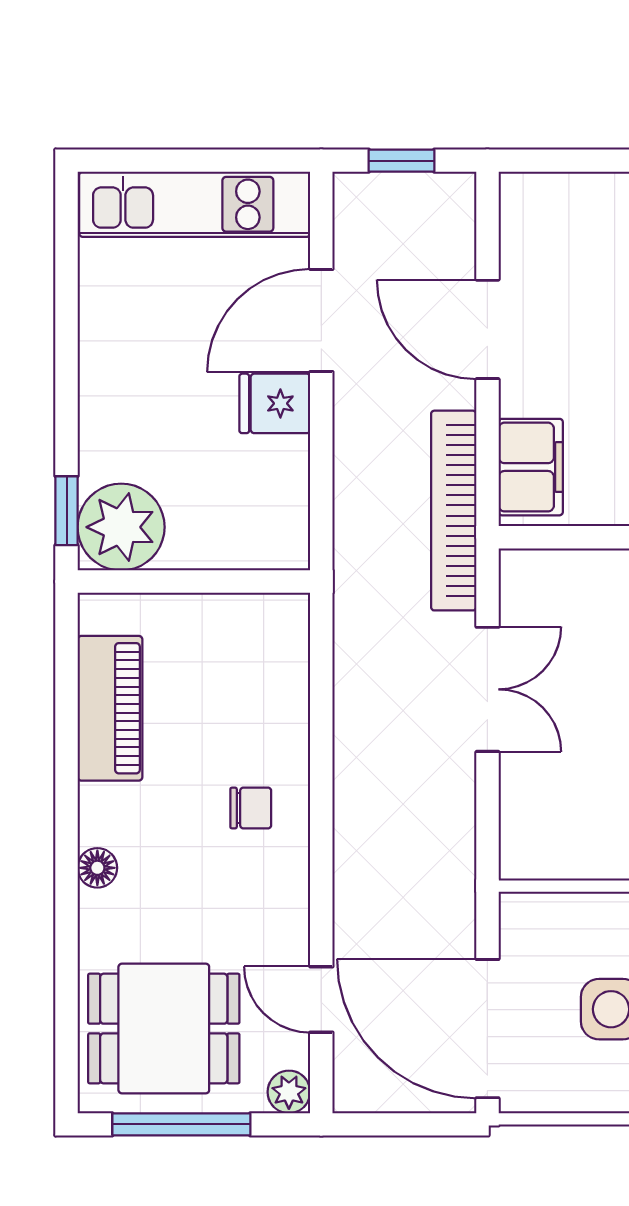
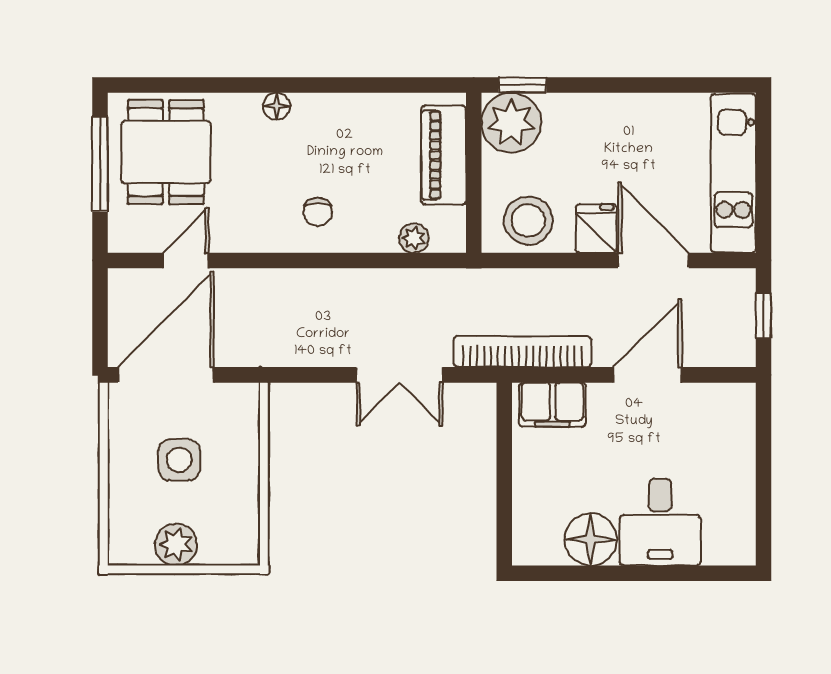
stool: (263, 502) -> (528, 221), added
piano: (110, 708) -> (444, 155), moved, turned 90
plant: (289, 1092) -> (414, 238), moved

